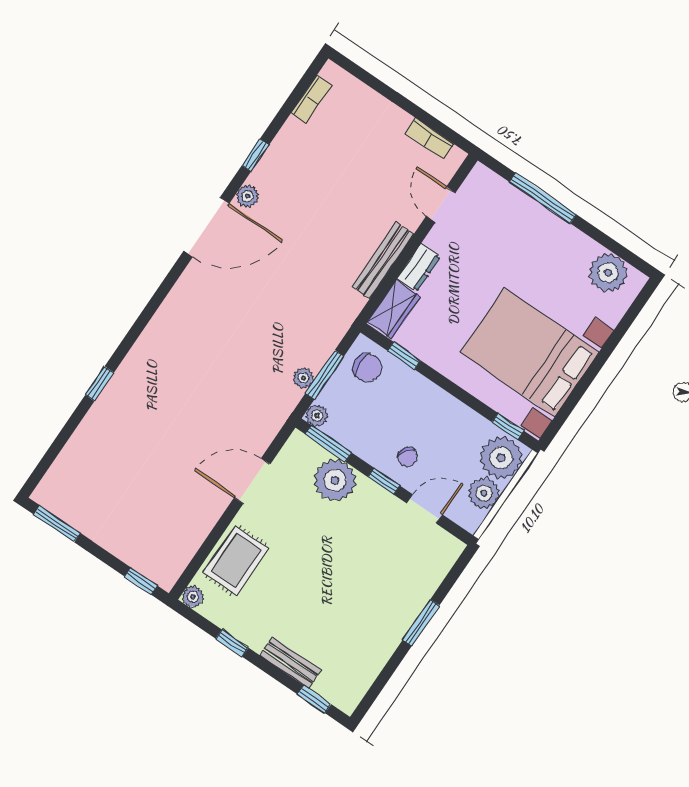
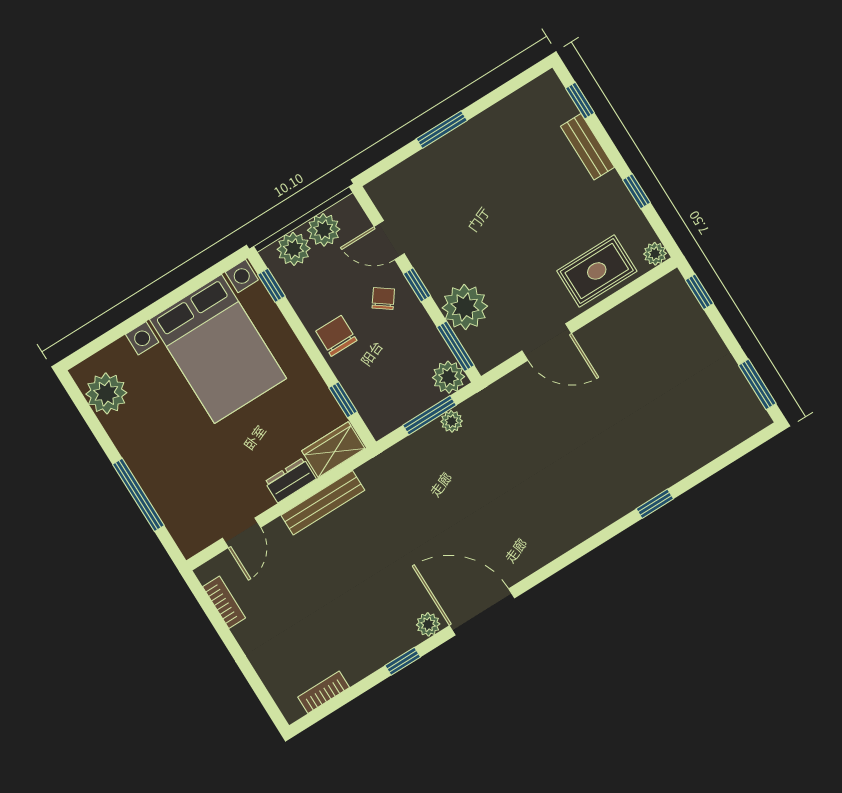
chair: (367, 368) -> (336, 336), moved
plant: (317, 416) -> (448, 377), width x1.38, depth x1.38
plant: (501, 458) -> (294, 249), width x0.73, depth x0.73

